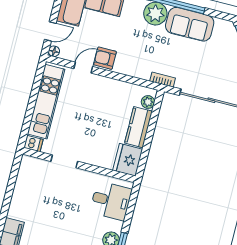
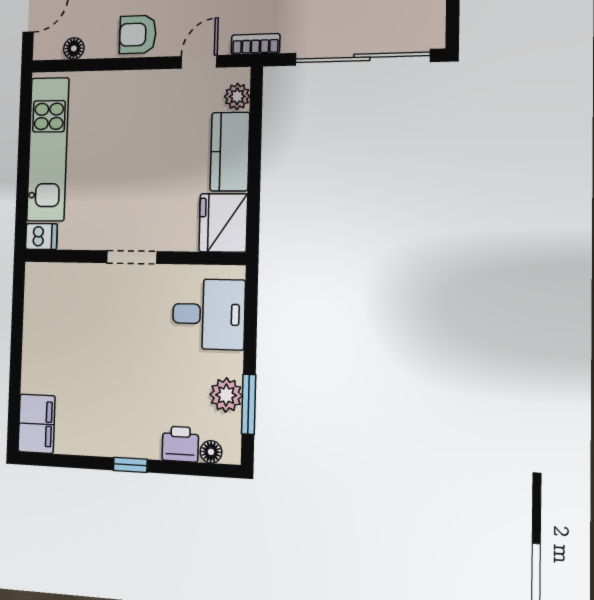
floor lamp: (54, 51) -> (74, 48), moved
door: (83, 68) -> (199, 62), moved
doorway: (64, 161) -> (132, 257), moved

